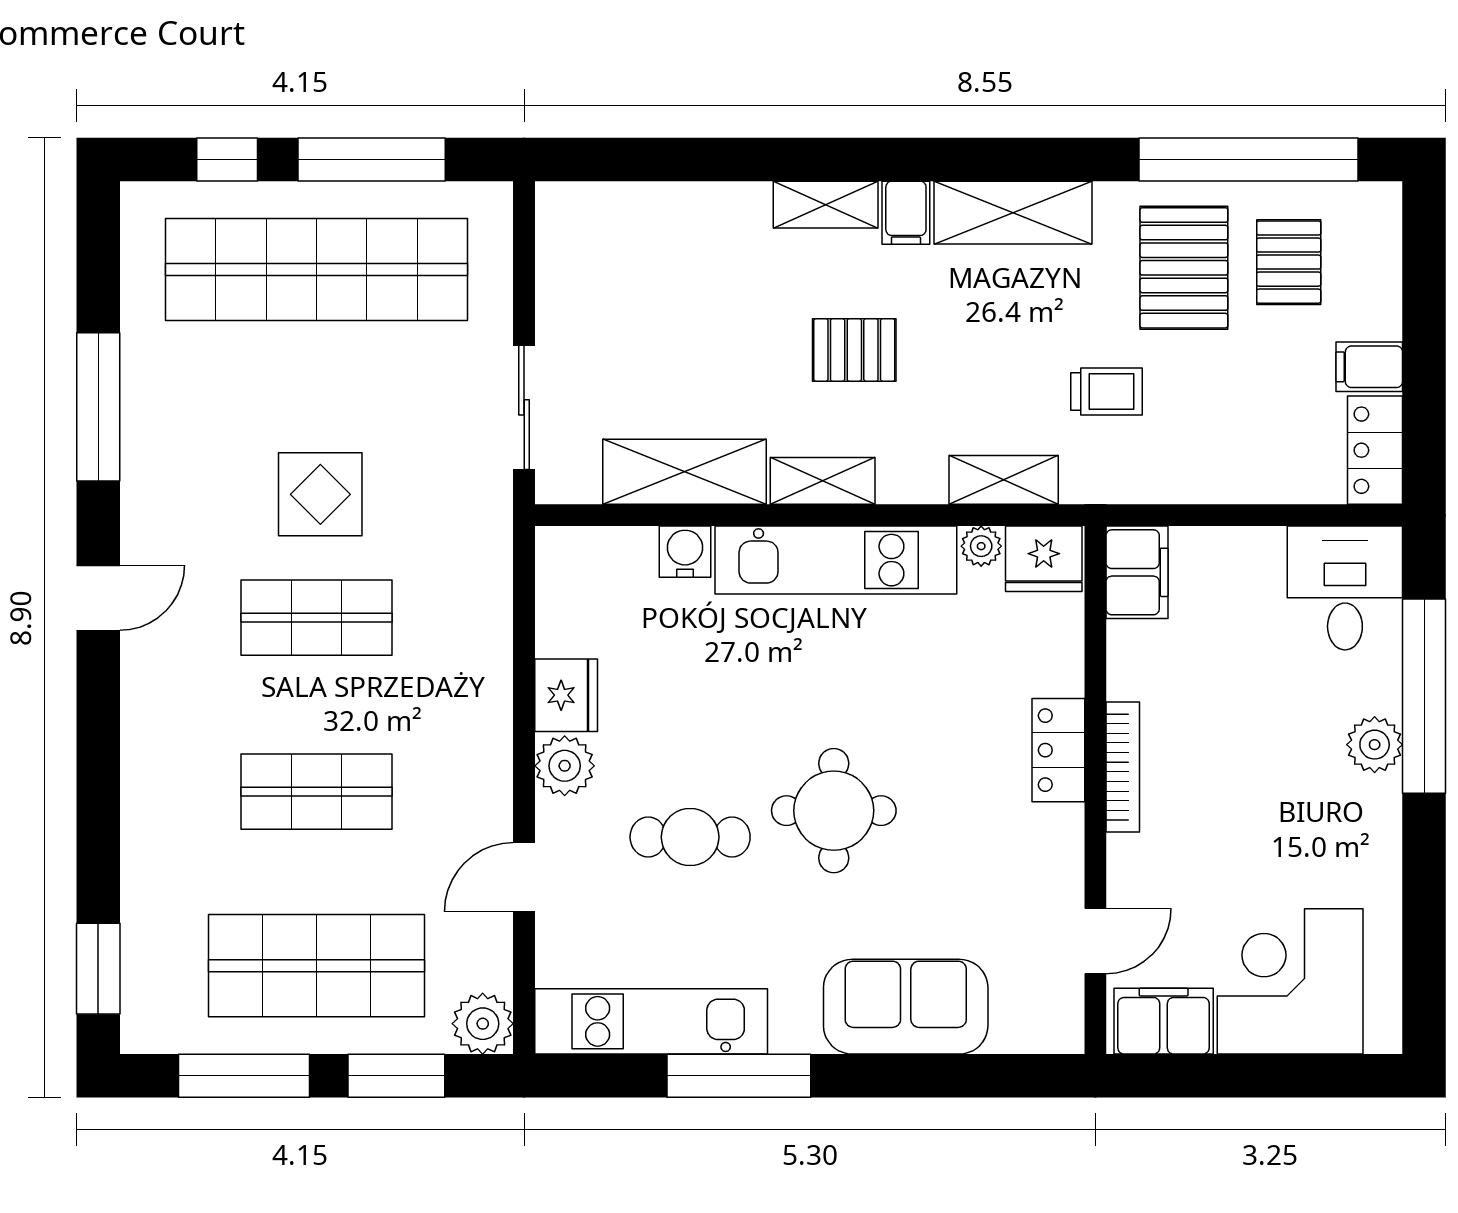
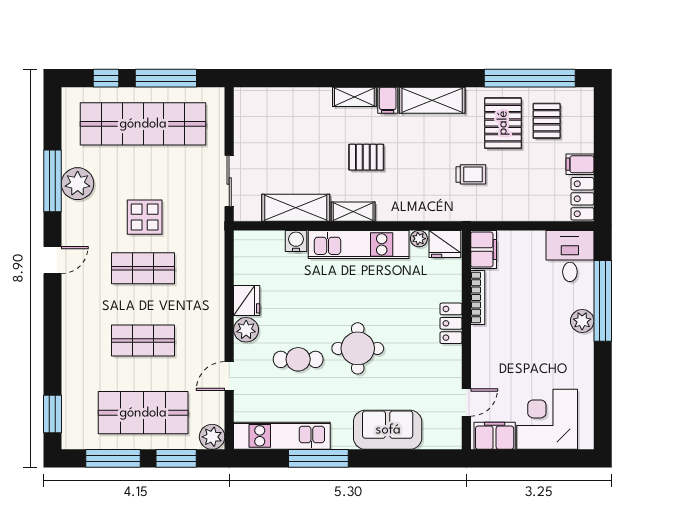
plant: (159, 414) -> (78, 184), added
shelving: (1004, 480) -> (428, 211), removed
bookcase: (1123, 767) -> (478, 298), moved

